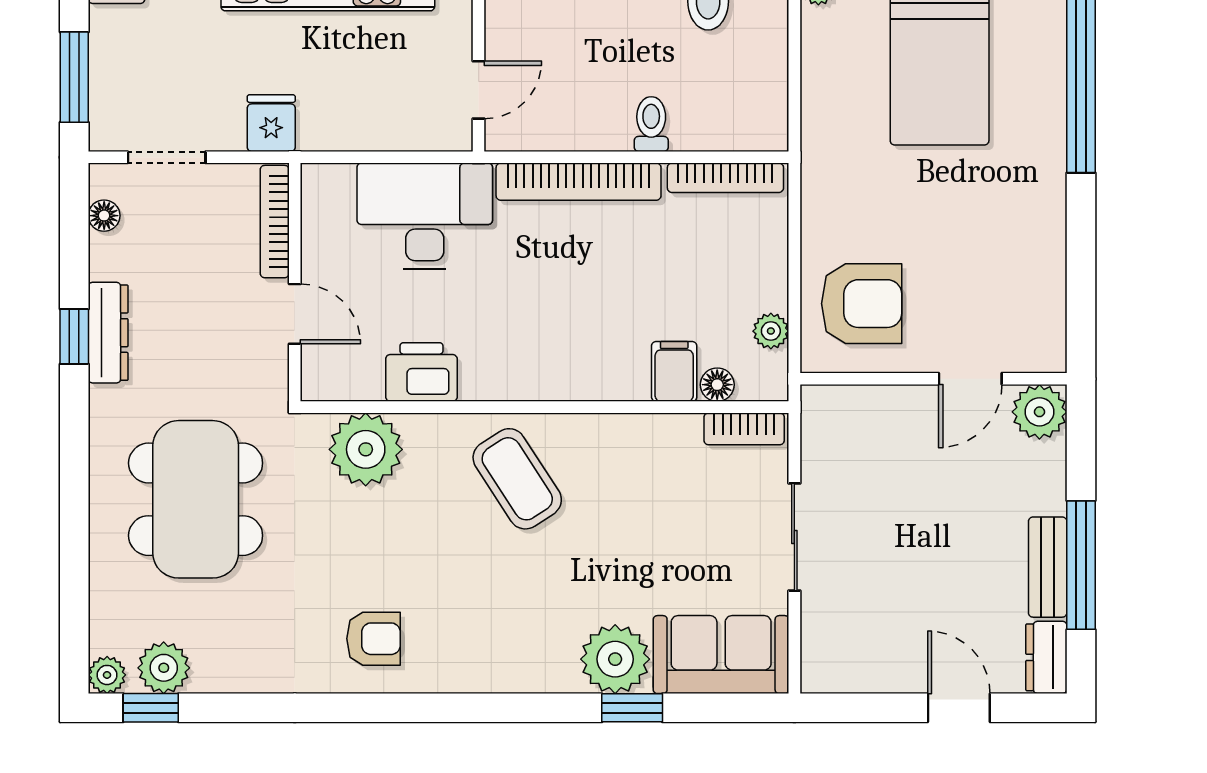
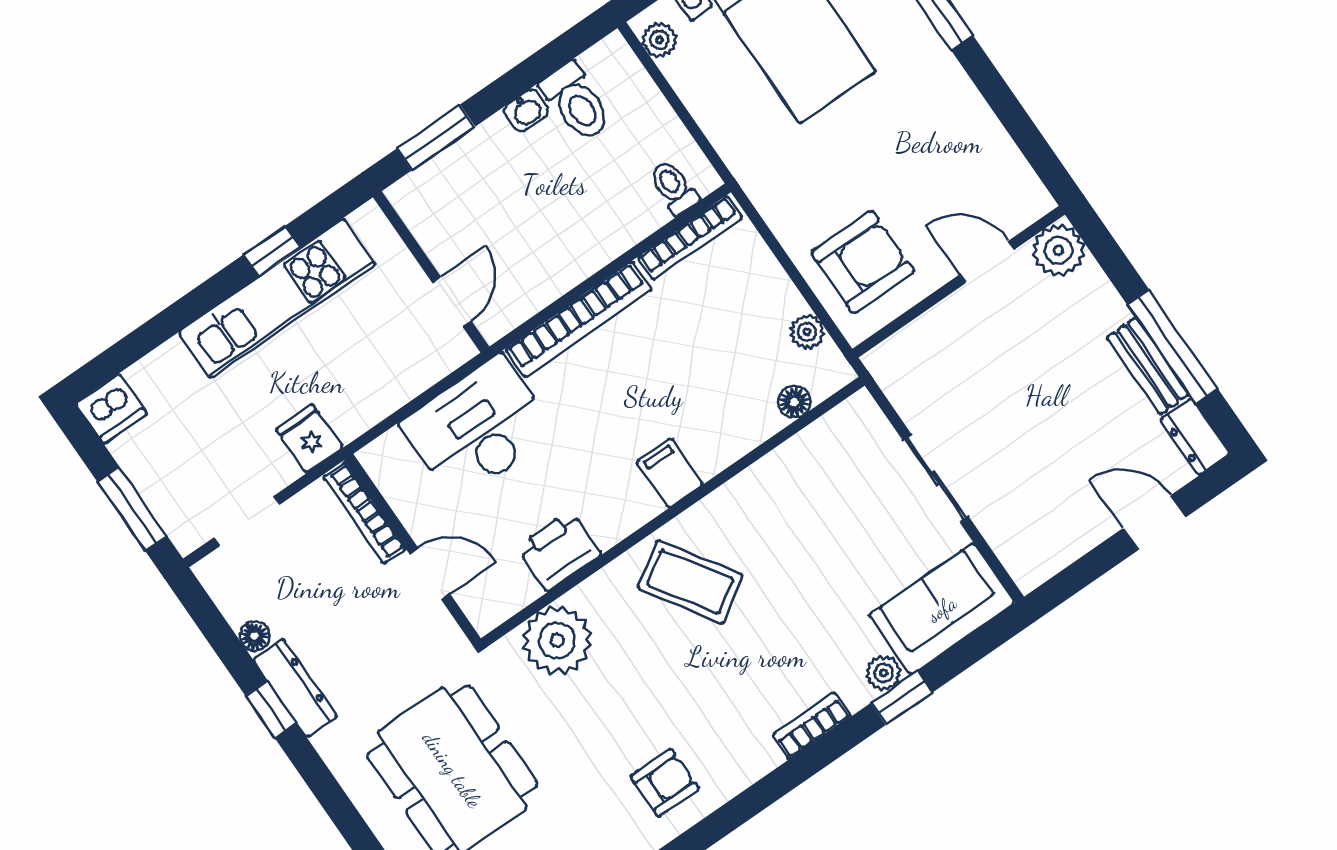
toilet: (651, 124) -> (674, 187), moved
floor lamp: (104, 216) -> (255, 636), moved
filing cabinet: (674, 371) -> (670, 473), moved
door: (970, 379) -> (987, 262), swing flipped
bookcase: (744, 429) -> (812, 725), moved, turned 180
plant: (615, 659) -> (884, 673), width x0.53, depth x0.53

